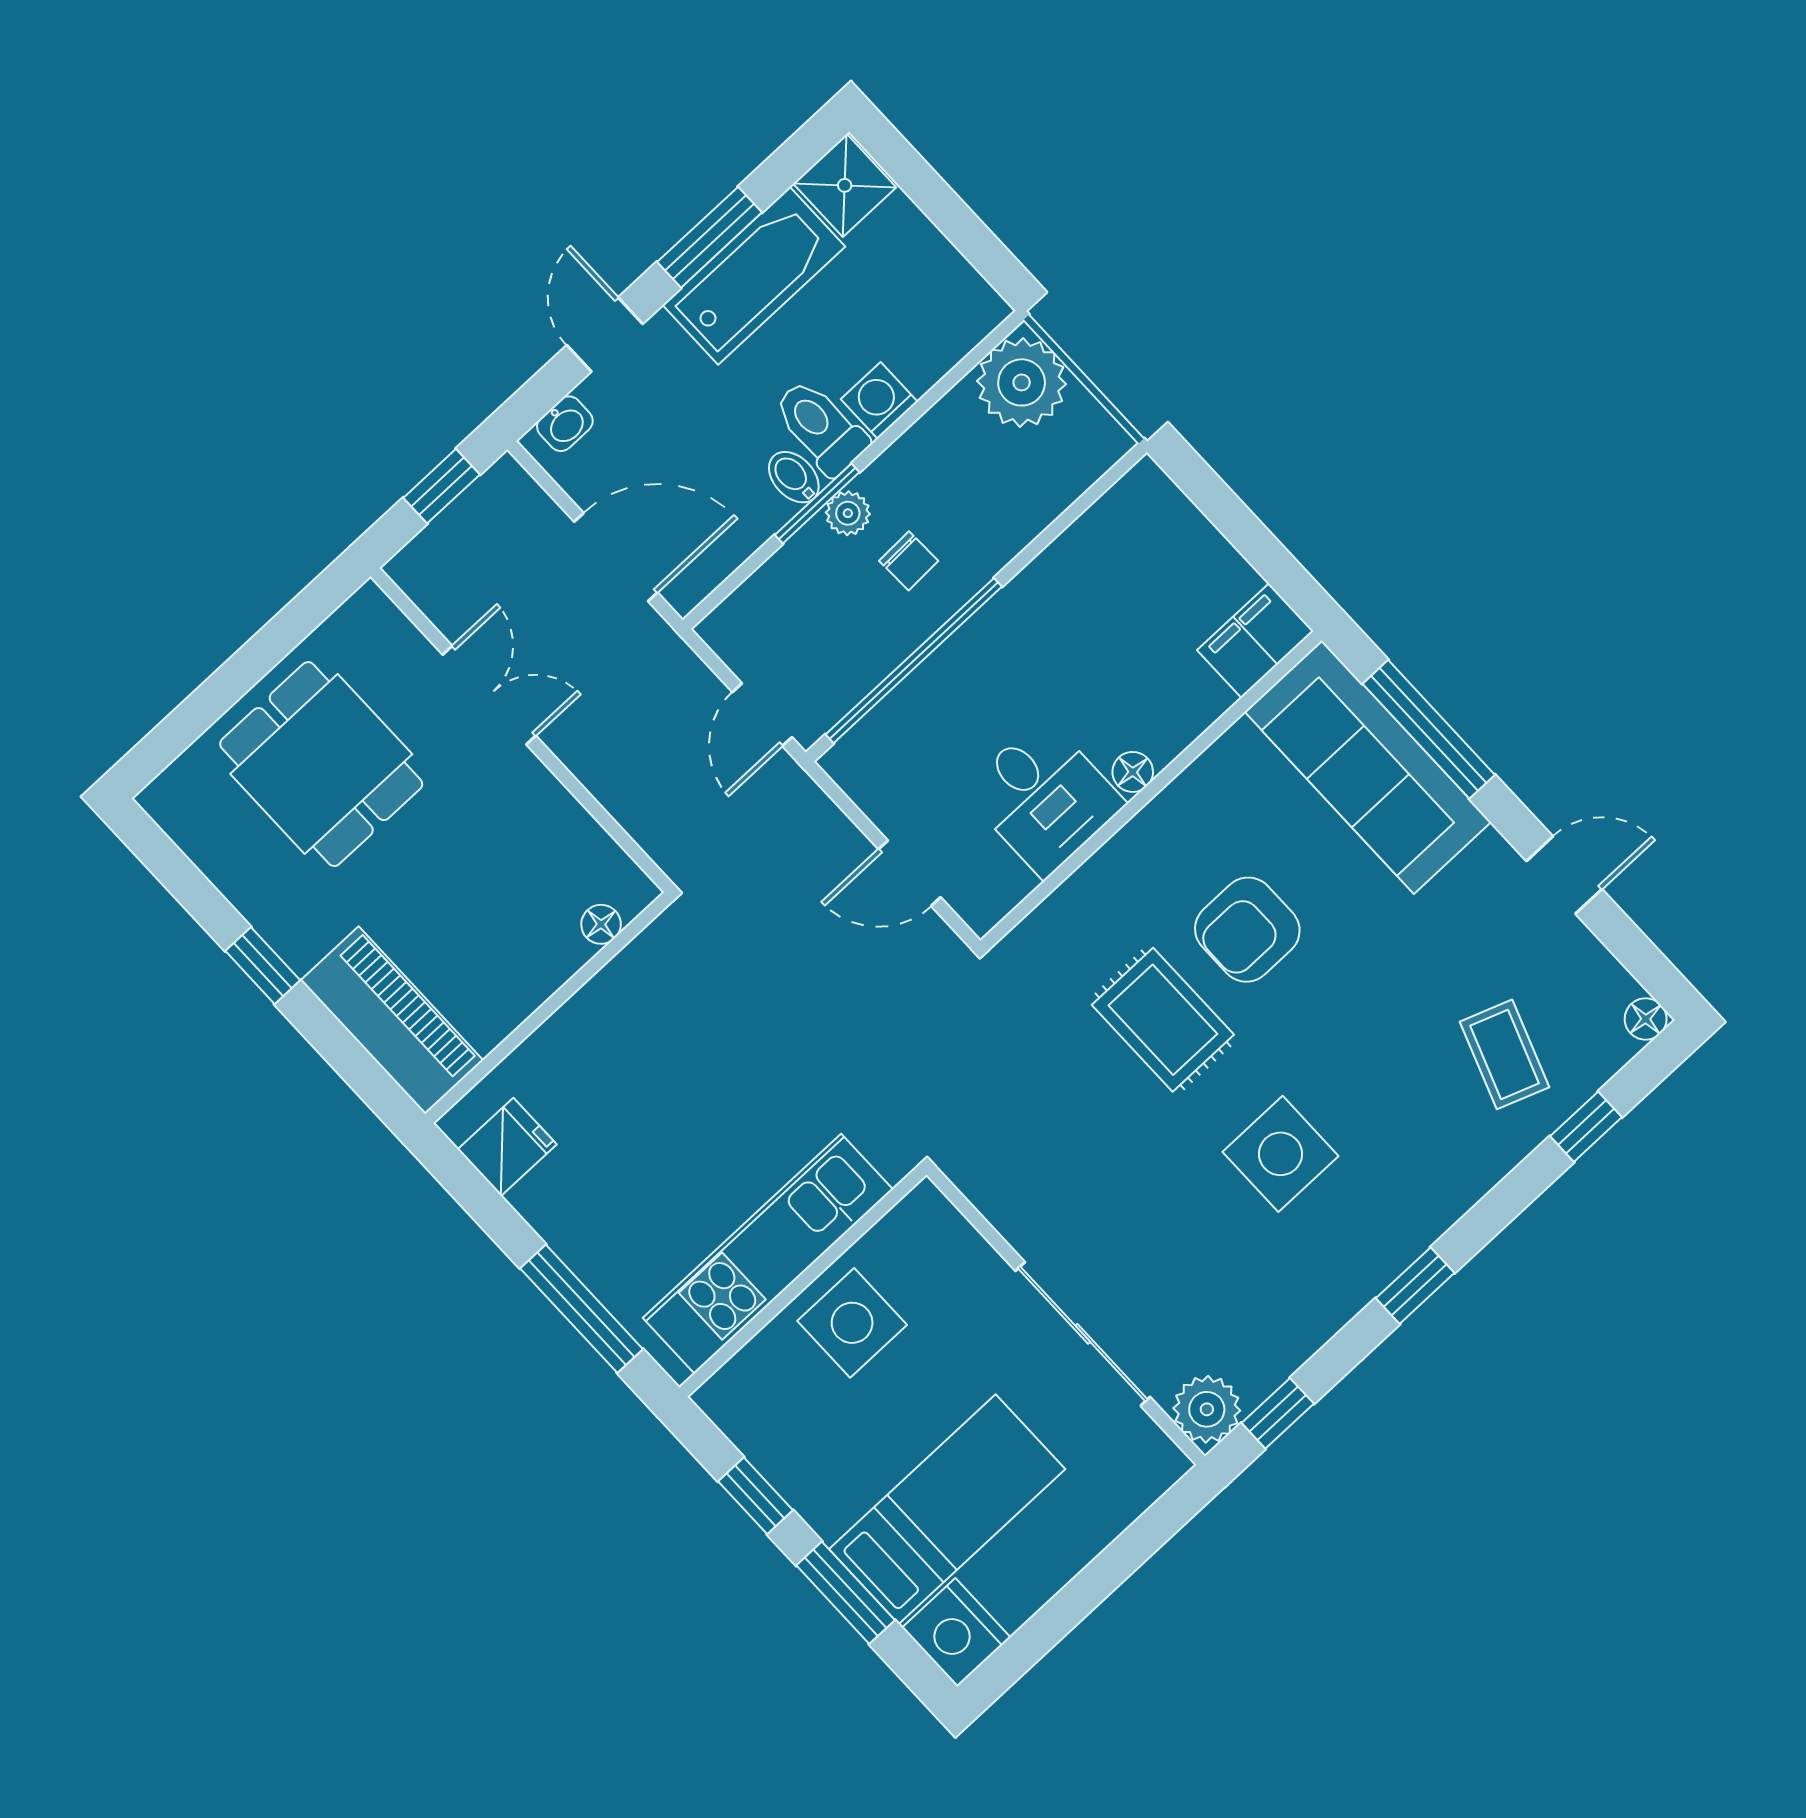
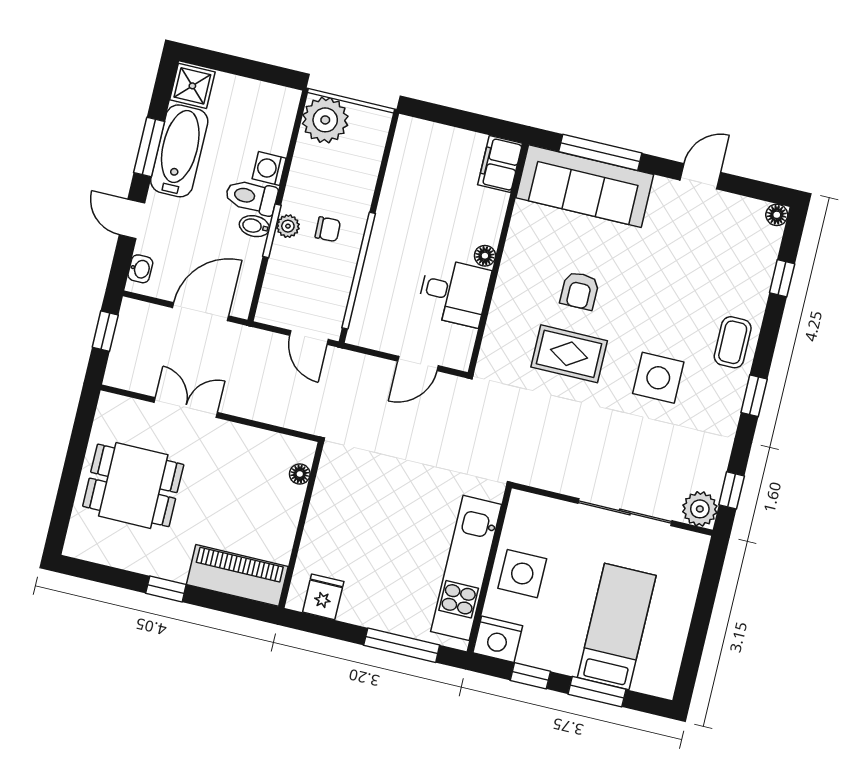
armchair: (1247, 930) -> (580, 291), width x0.72, depth x0.72
coffee table: (1505, 1054) -> (733, 342), moved, turned 70
nightstand: (956, 1633) -> (498, 639), moved

